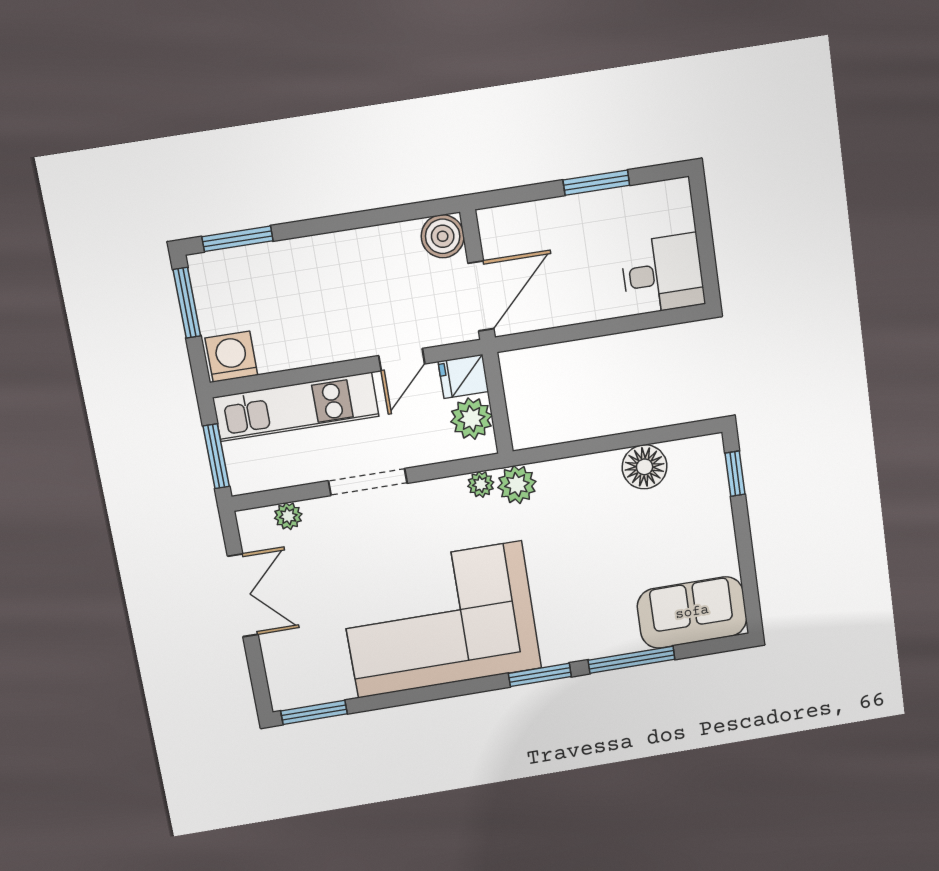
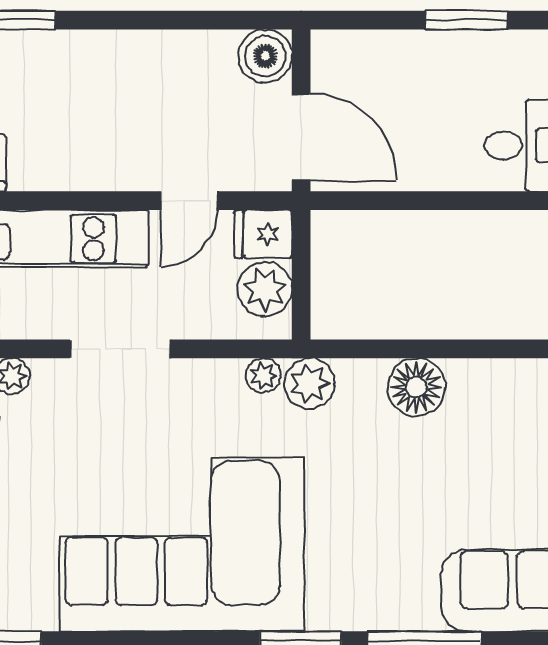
door: (481, 296) -> (301, 137), hinge flipped
floor lamp: (645, 467) -> (416, 387), moved

